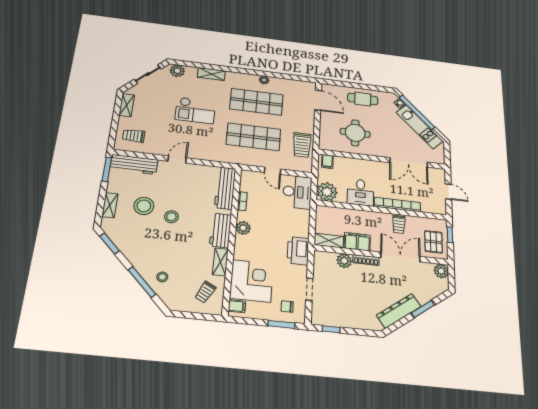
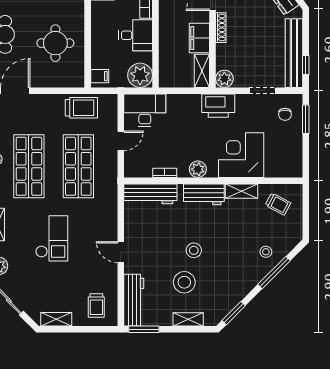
plant: (344, 261) -> (224, 79), moved
corner desk: (252, 281) -> (241, 155), moved
filing cabinet: (237, 306) -> (290, 169), removed
bench: (342, 320) -> (294, 53), added

